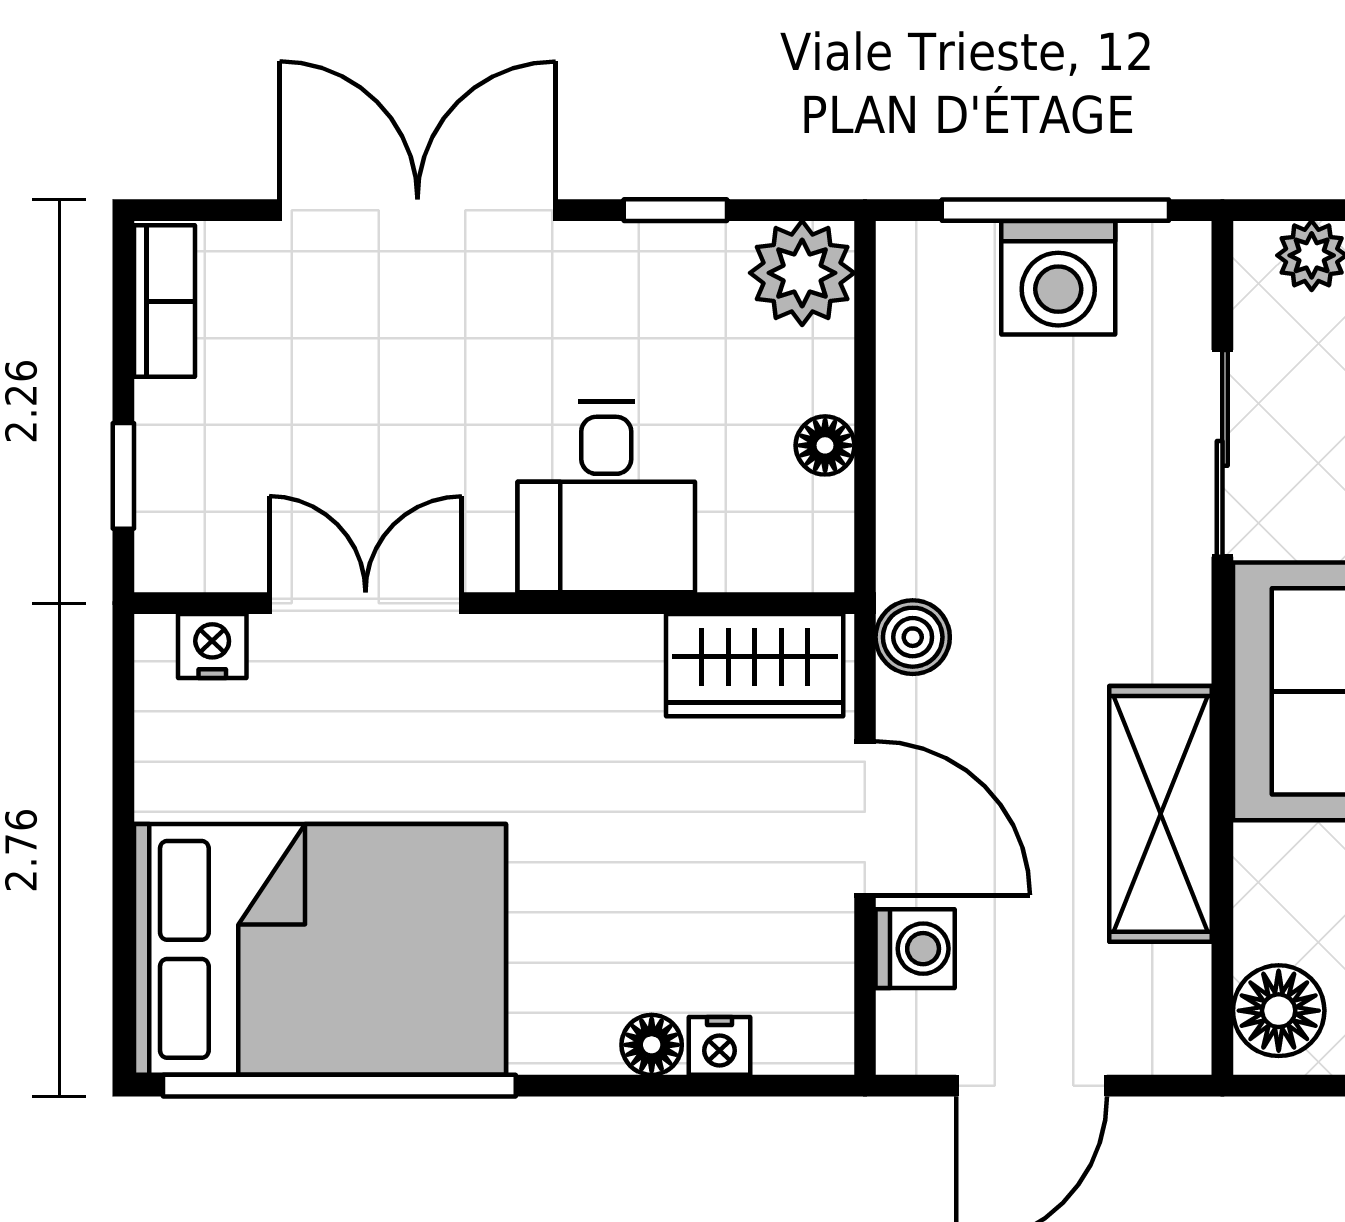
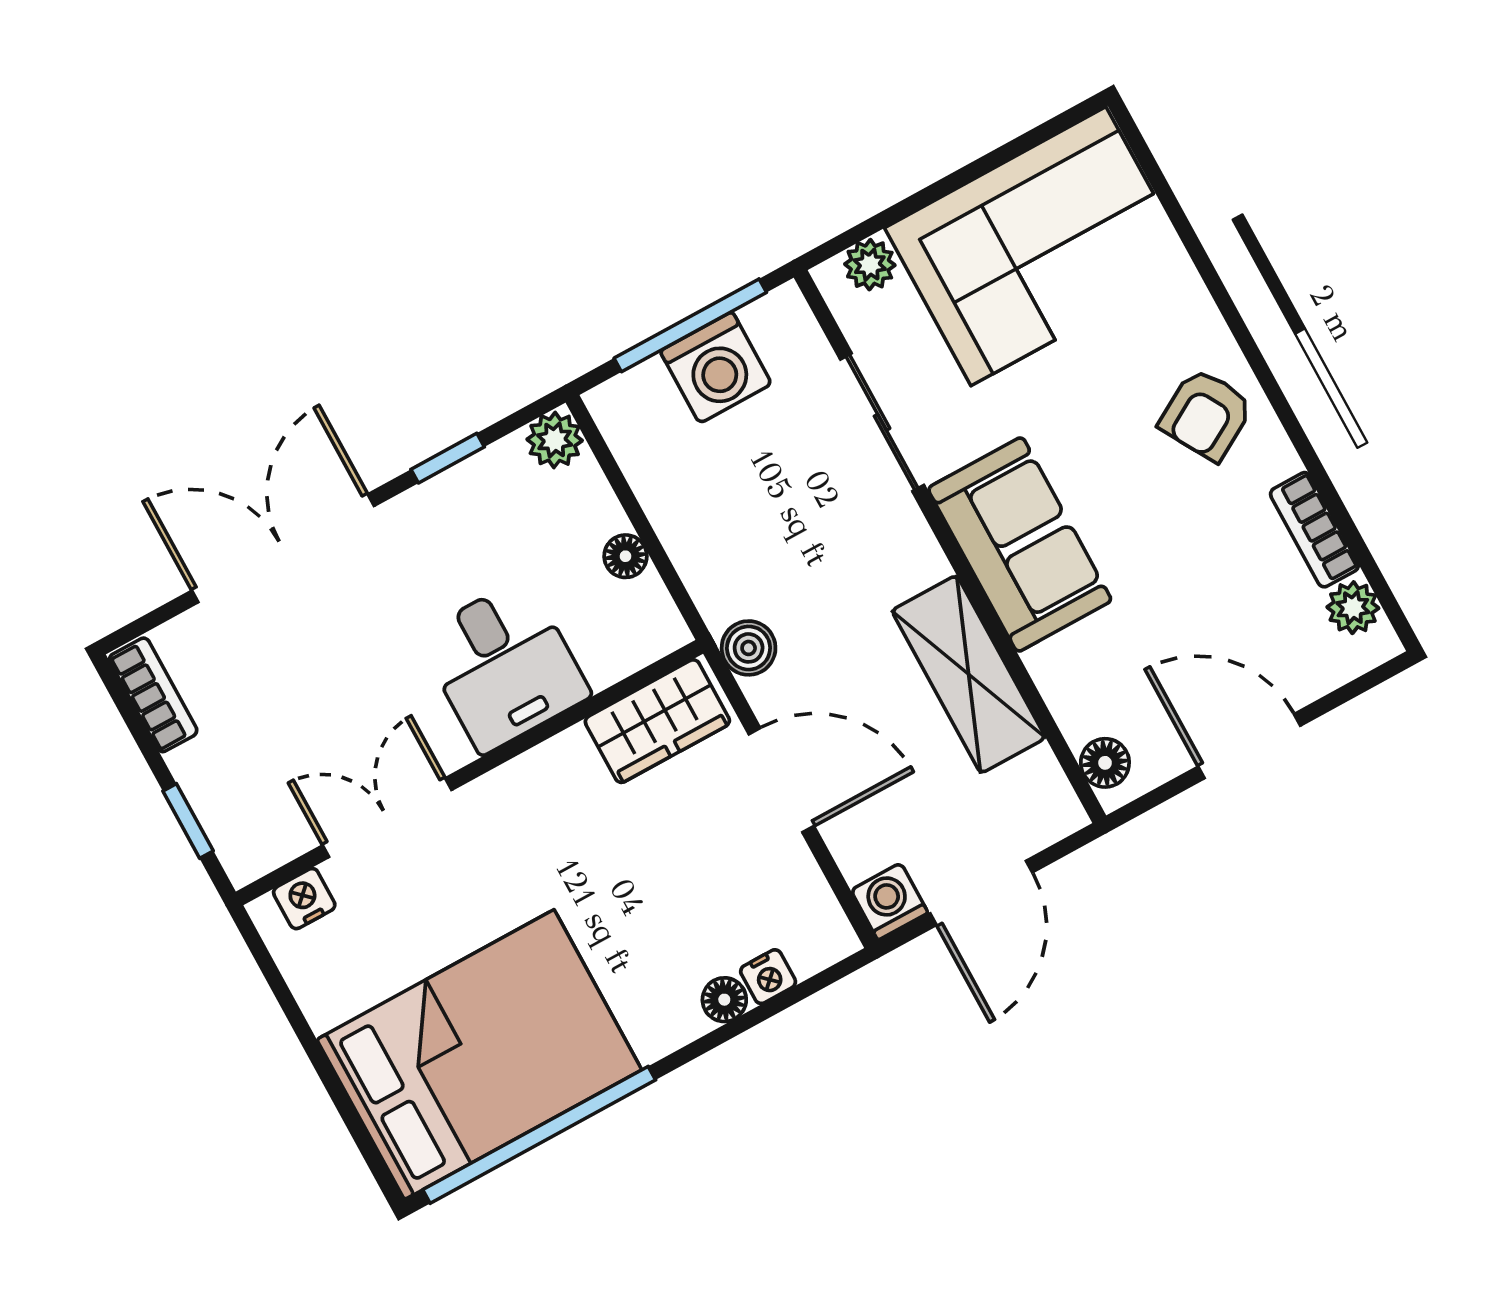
plant: (802, 273) -> (555, 440), width x0.73, depth x0.73
washing machine: (915, 949) -> (889, 901), moved, turned -90
floor lamp: (1279, 1011) -> (1105, 763), width x0.73, depth x0.73

